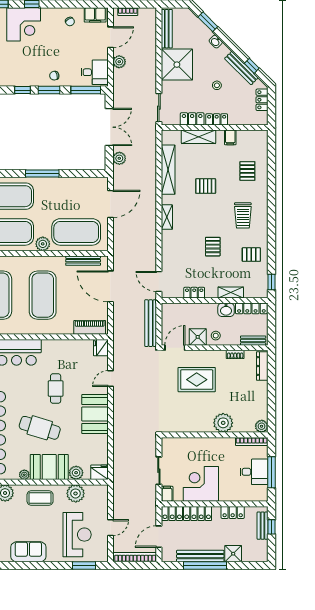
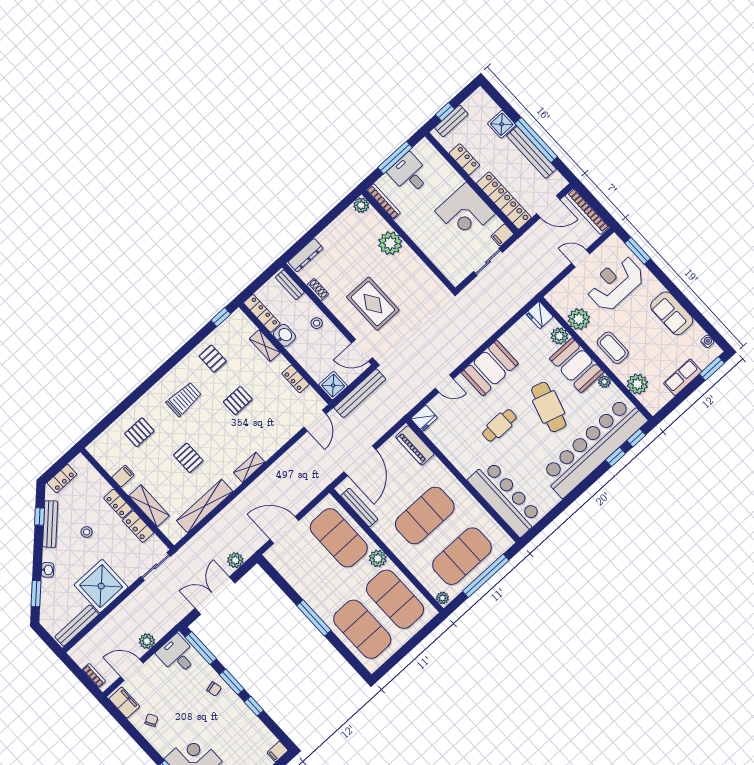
shower: (198, 337) -> (333, 386), moved

